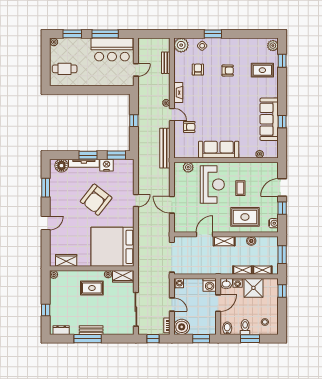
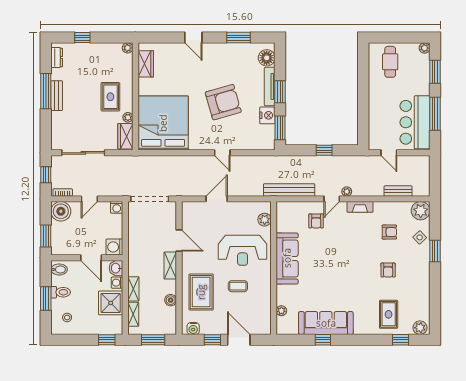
armchair: (96, 200) -> (223, 102), turned 126

